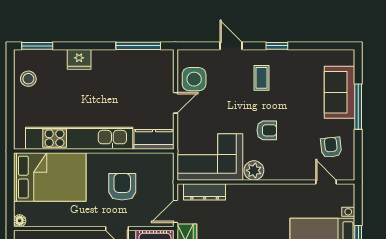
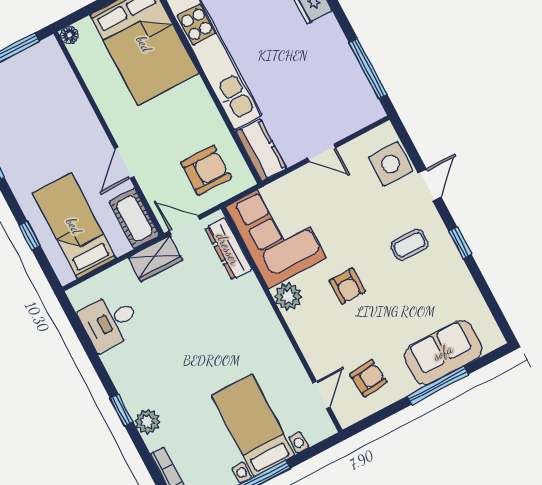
side table: (194, 79) -> (391, 164), moved
armchair: (122, 187) -> (206, 170), moved

